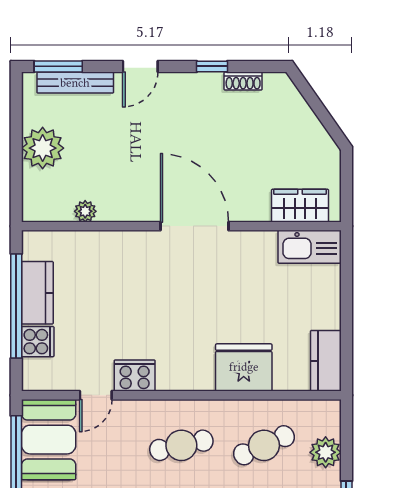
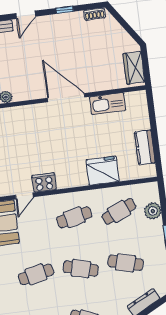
shoe rack: (243, 81) -> (95, 14), moved
wardrobe: (300, 206) -> (134, 68), moved, turned -90
kitchen sink: (310, 247) -> (108, 104), moved
kitchen counter: (326, 361) -> (145, 147), moved

